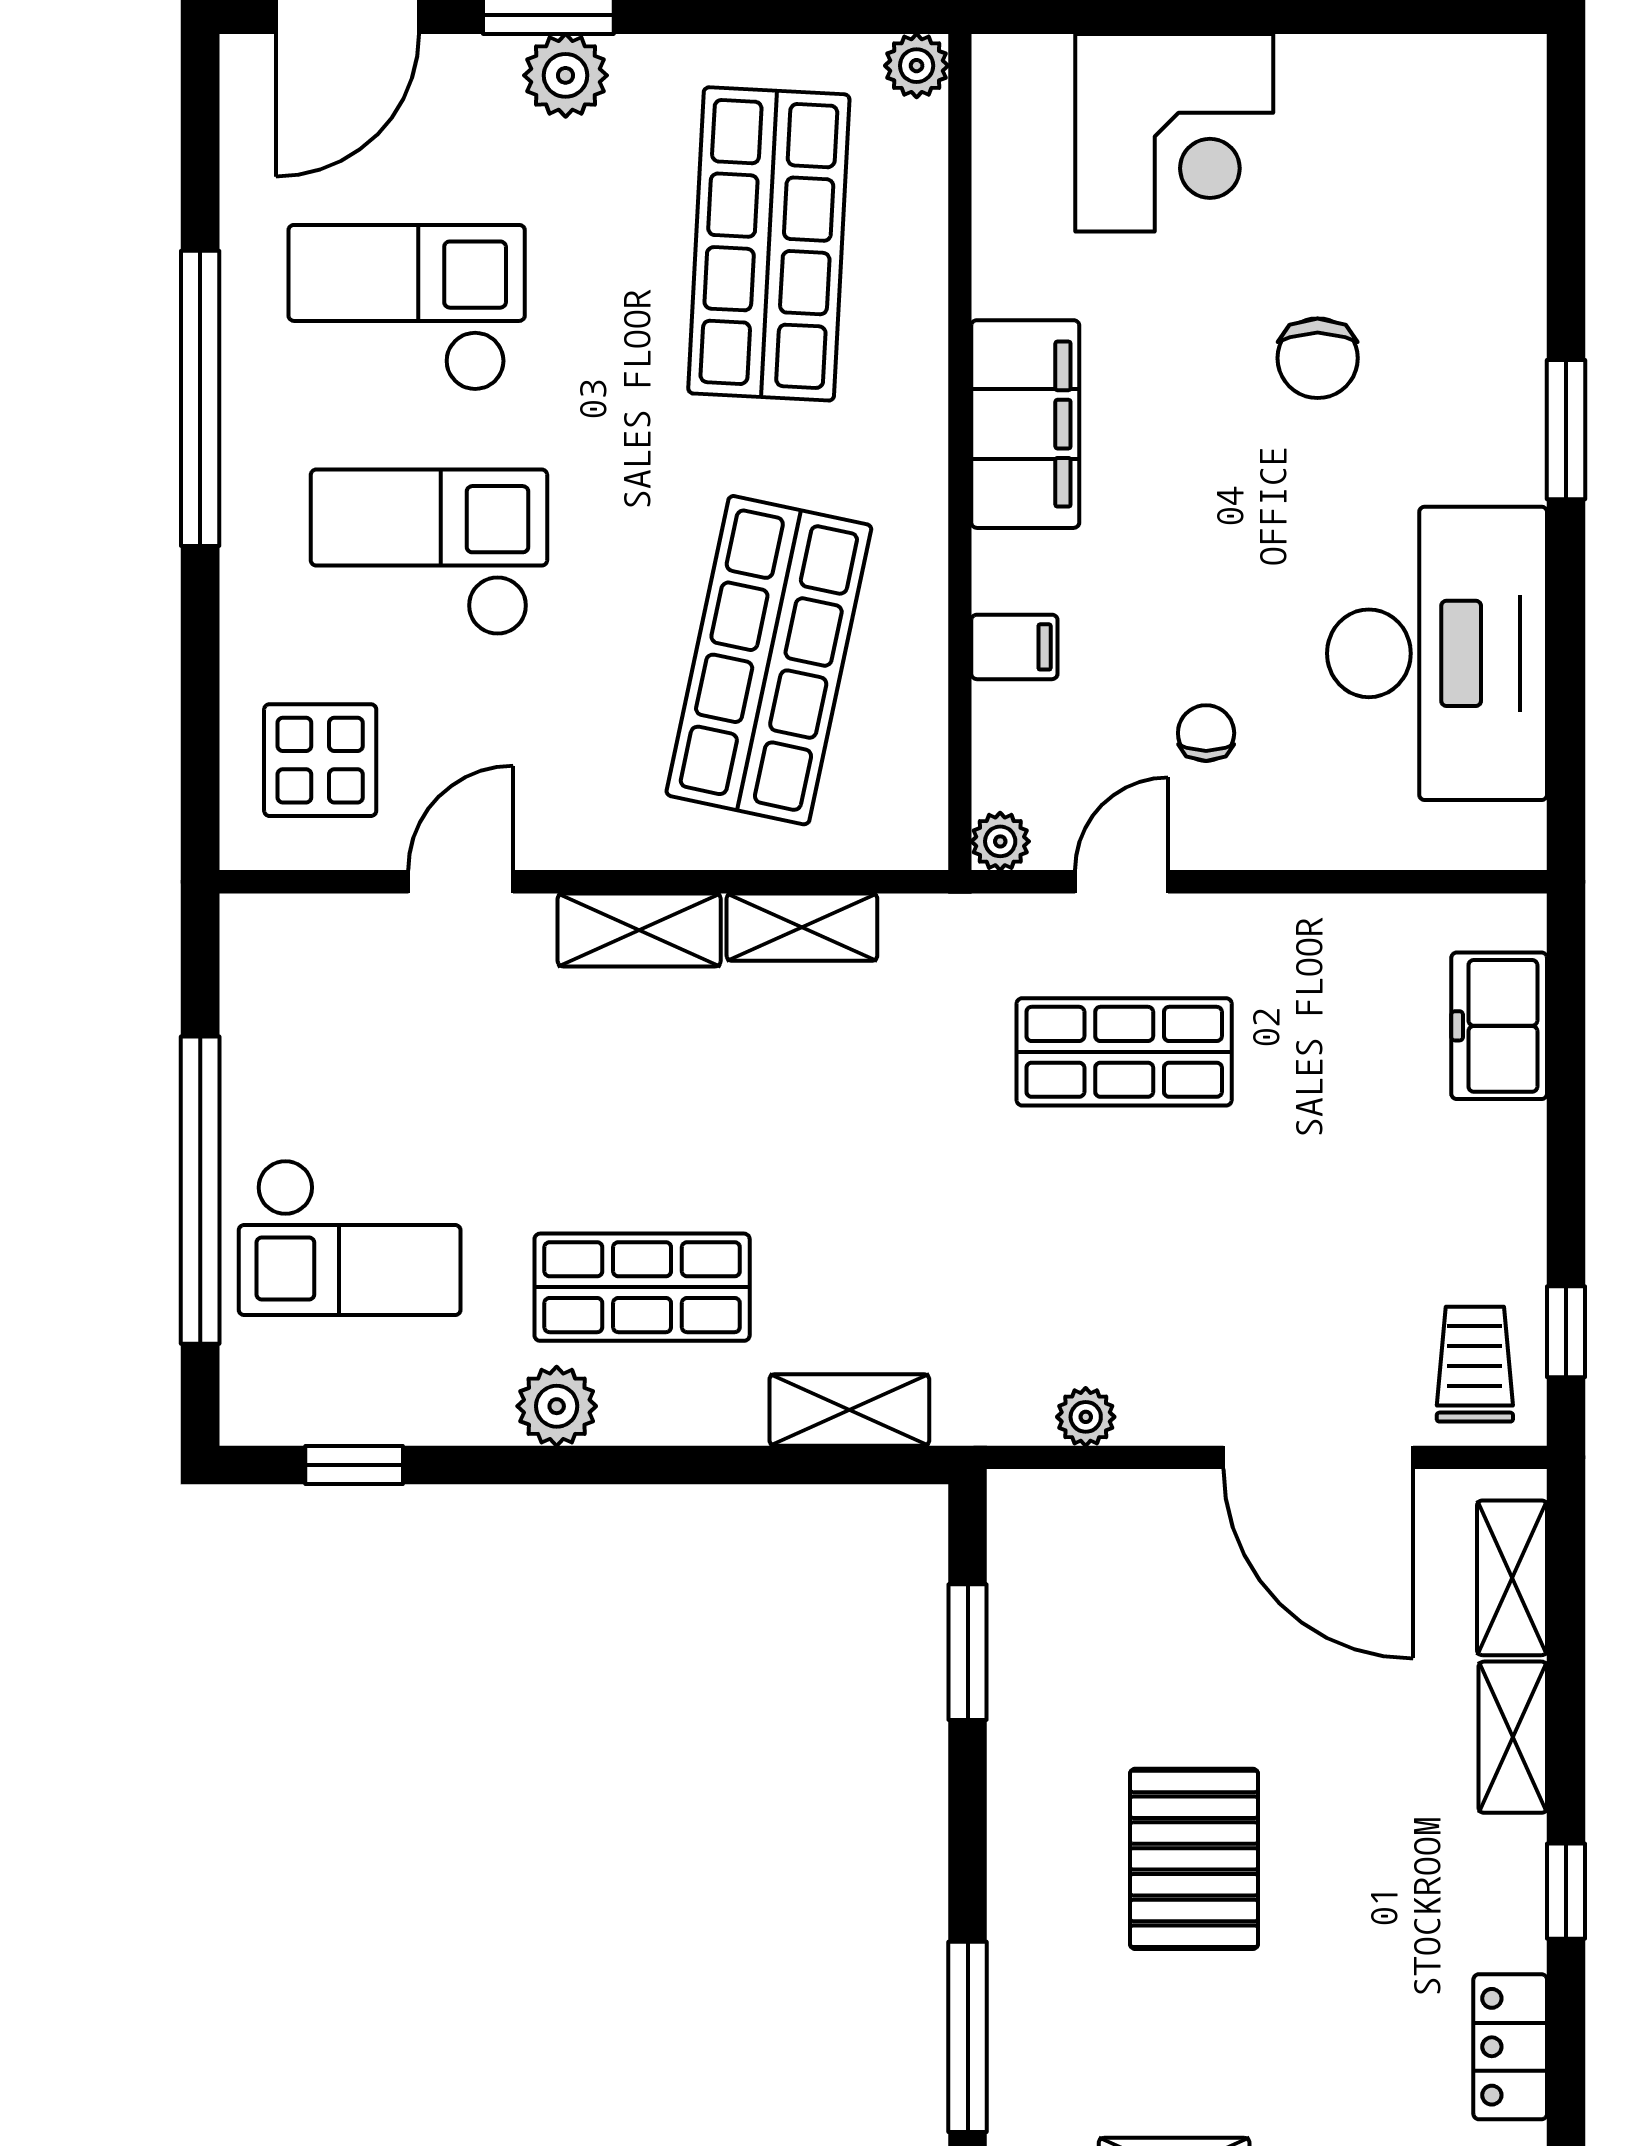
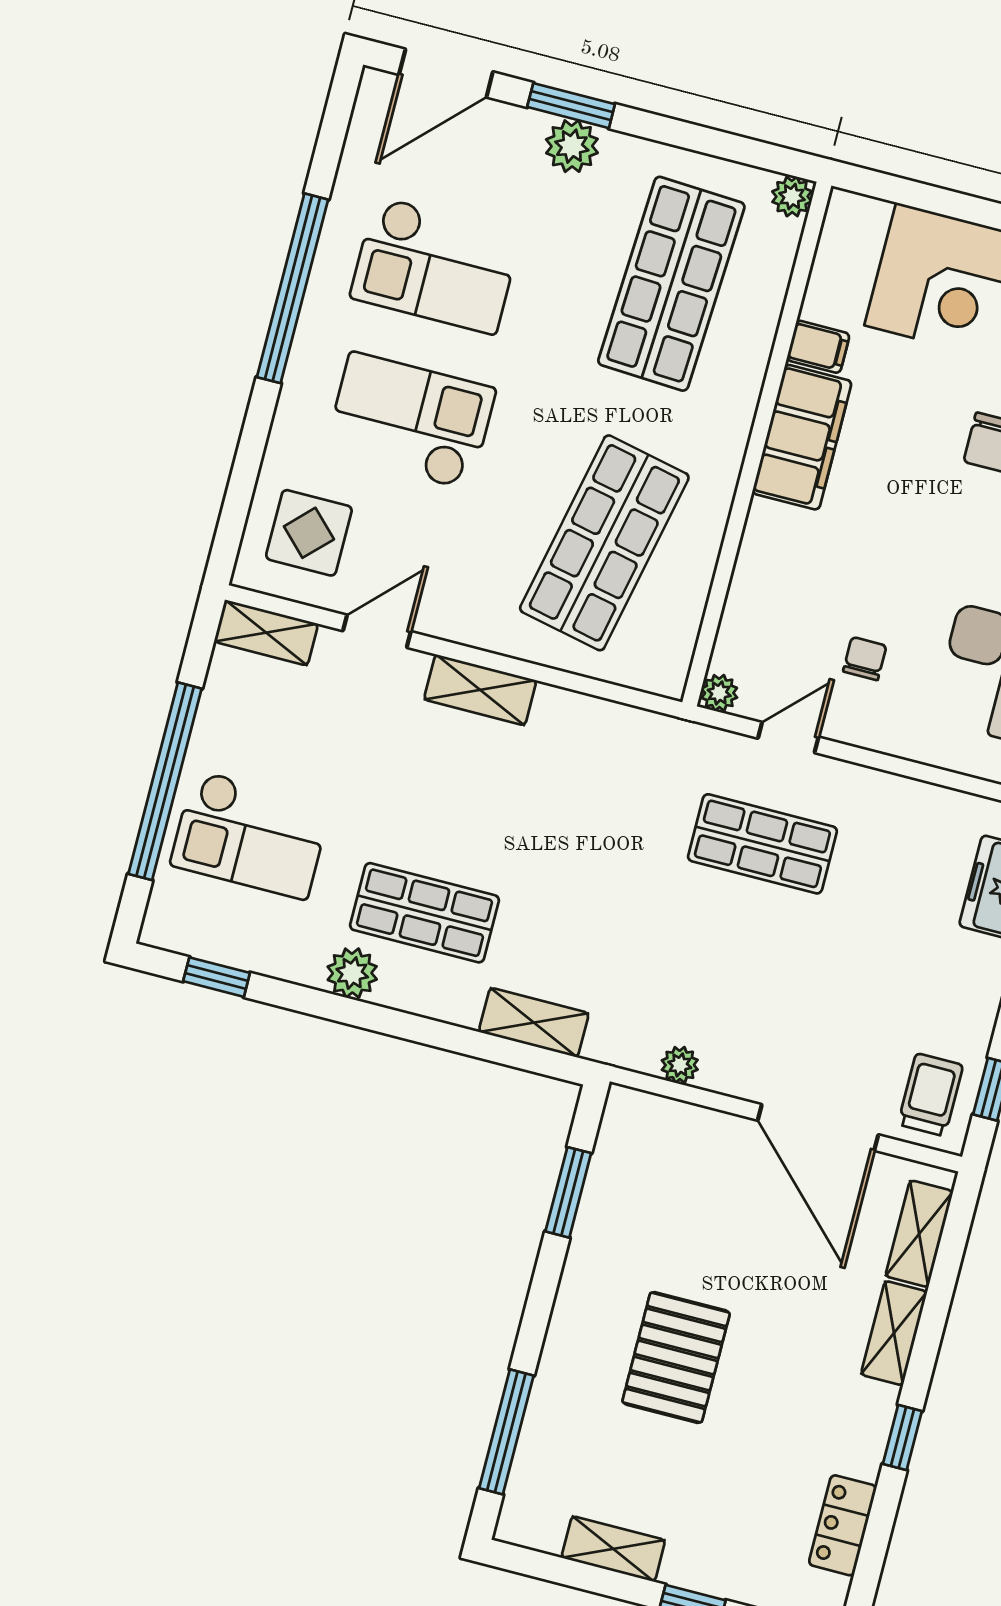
checkout: (407, 308) -> (436, 265), turned 180
filing cabinet: (1014, 647) -> (818, 347), moved
shelving: (802, 927) -> (266, 633), moved

